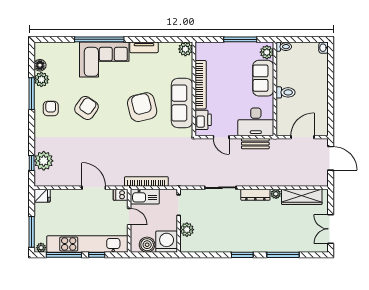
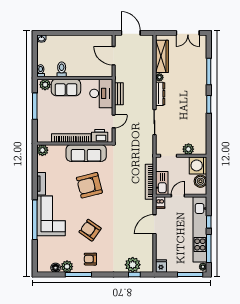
toilet: (286, 92) -> (62, 69), moved
door: (331, 158) -> (131, 33), hinge flipped

